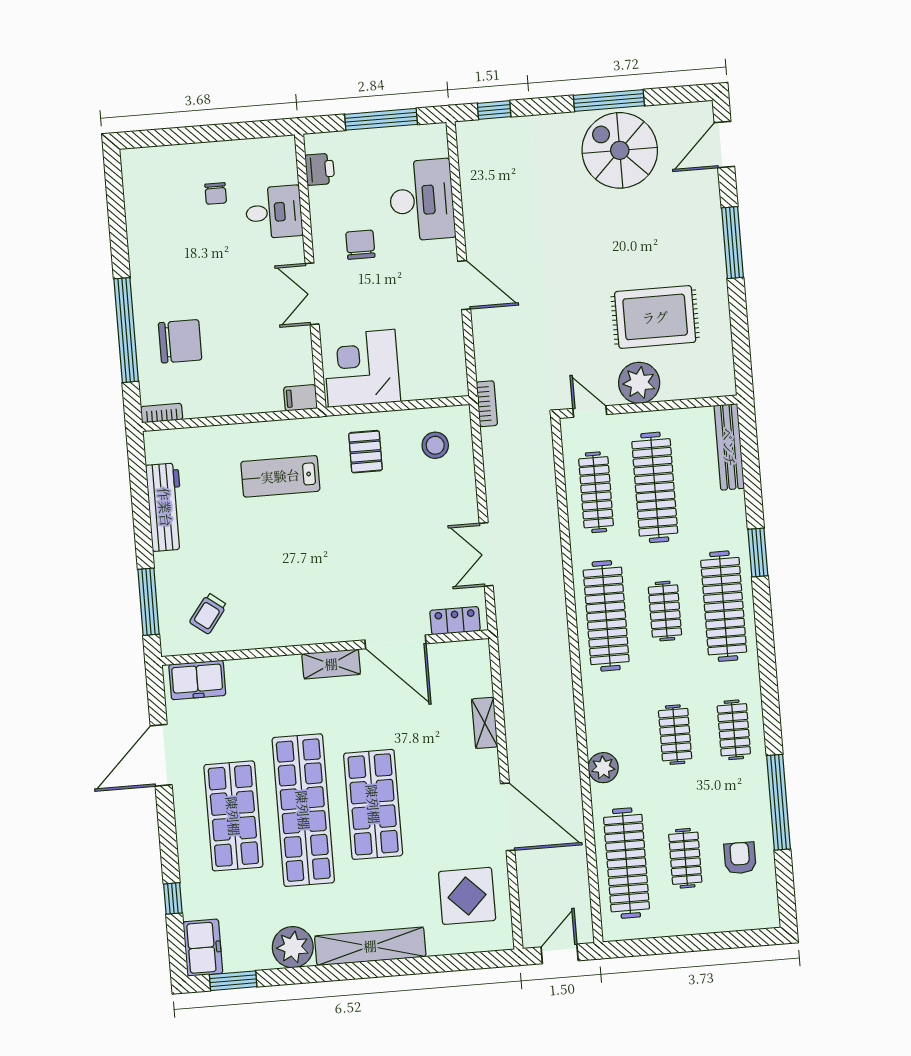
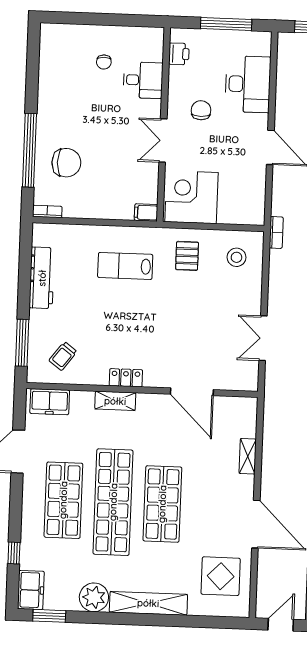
locker: (455, 621) -> (126, 378), moved
shelving: (331, 664) -> (115, 401), moved

